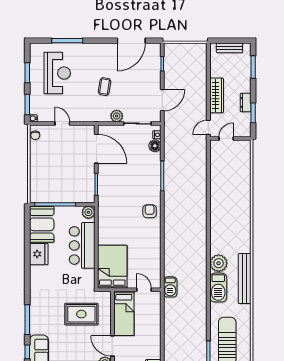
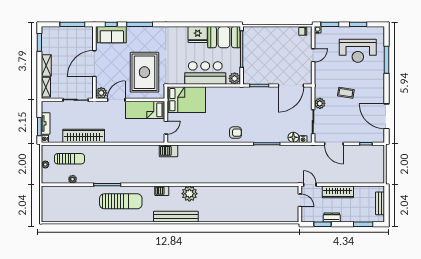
barbecue: (218, 288) -> (162, 191), width x0.53, depth x0.65
rug: (81, 314) -> (144, 72), width x1.37, depth x1.44

